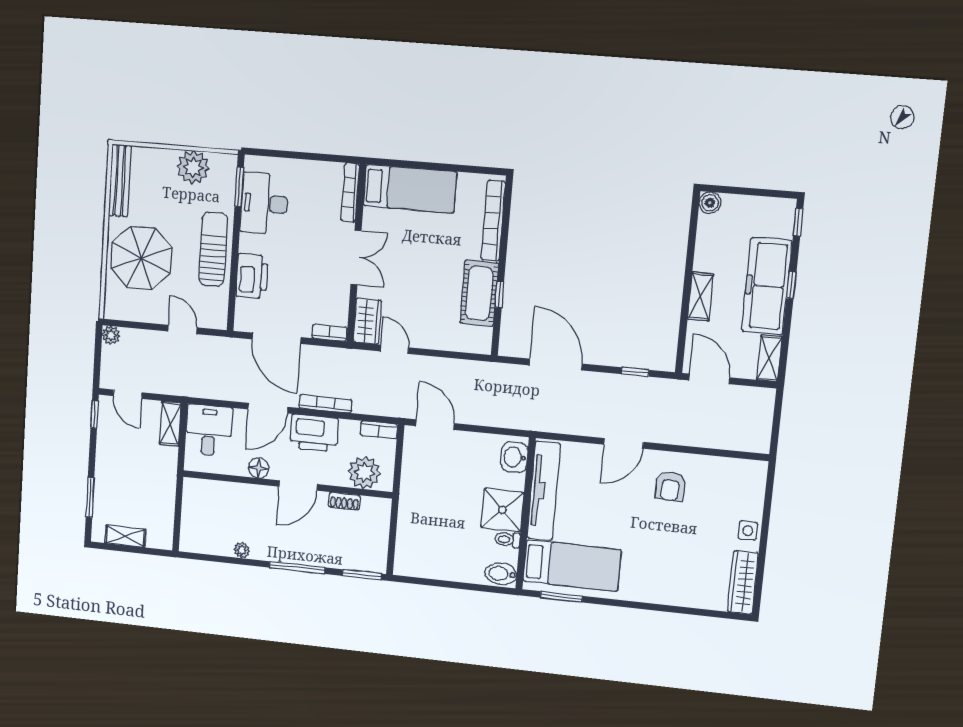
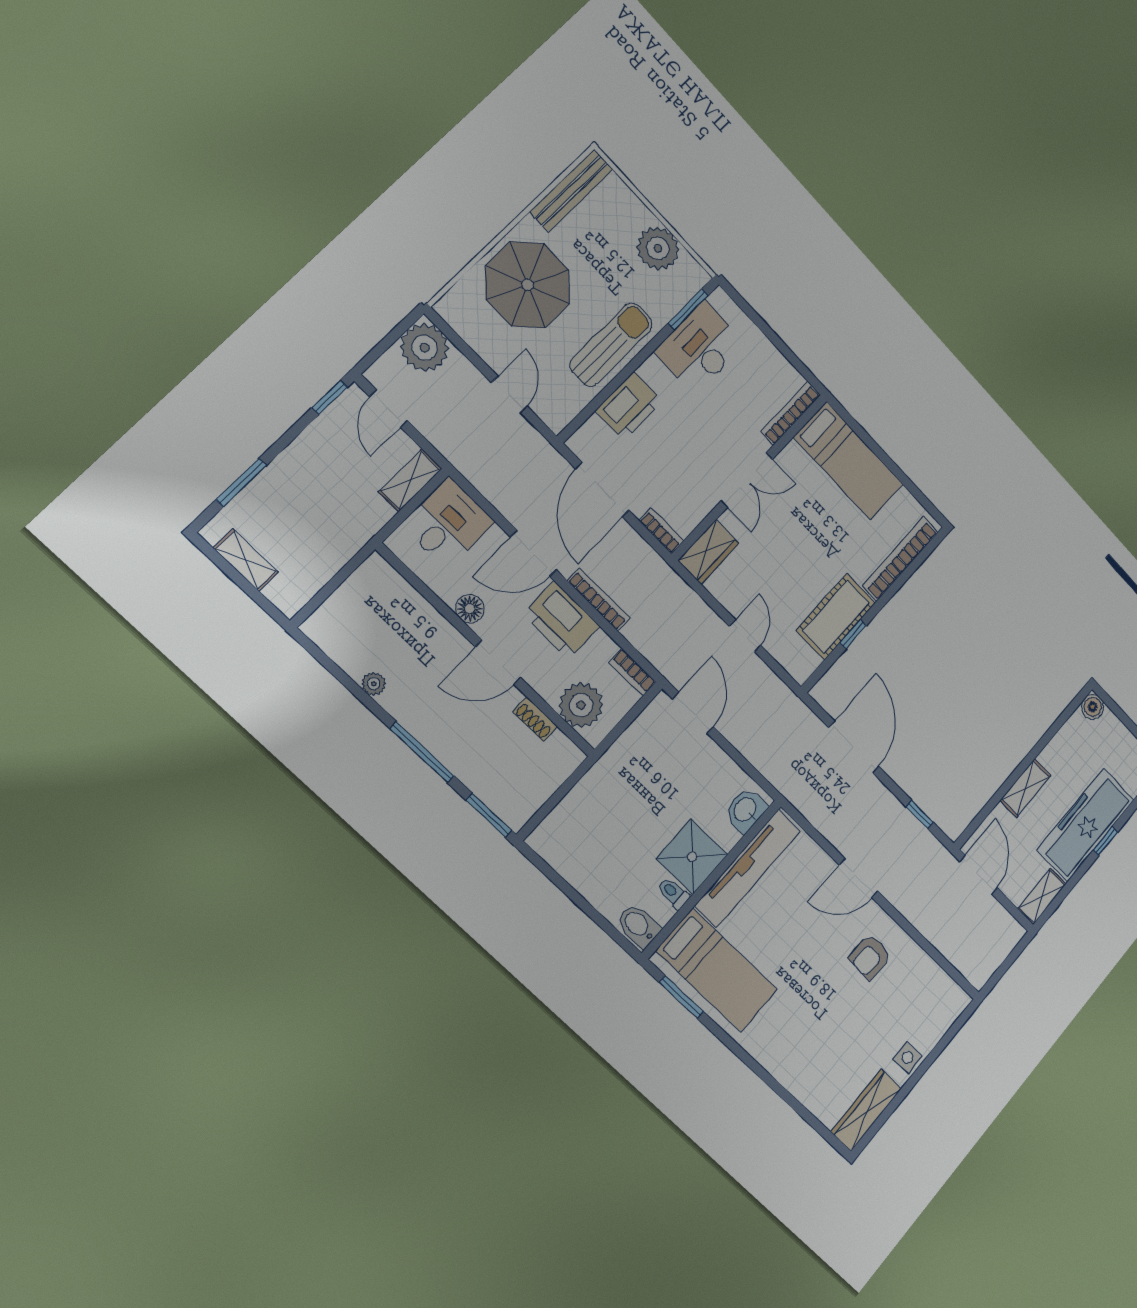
plant: (111, 335) -> (425, 348), width x1.87, depth x1.87
door: (394, 349) -> (745, 636), moved

